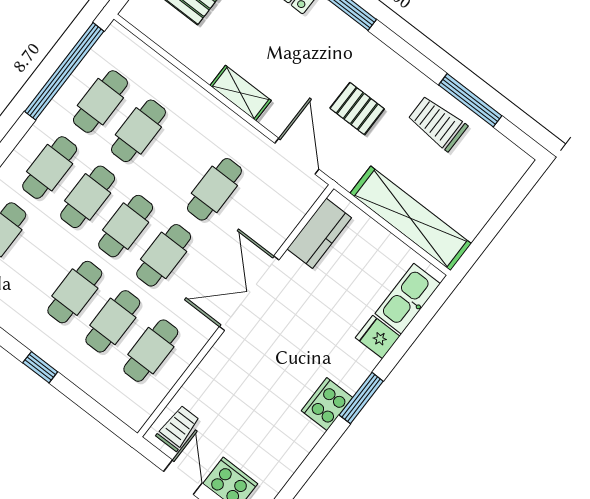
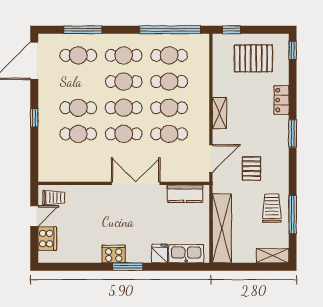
shelving: (507, 175) -> (273, 256), added
cafe table: (151, 351) -> (169, 108), moved

